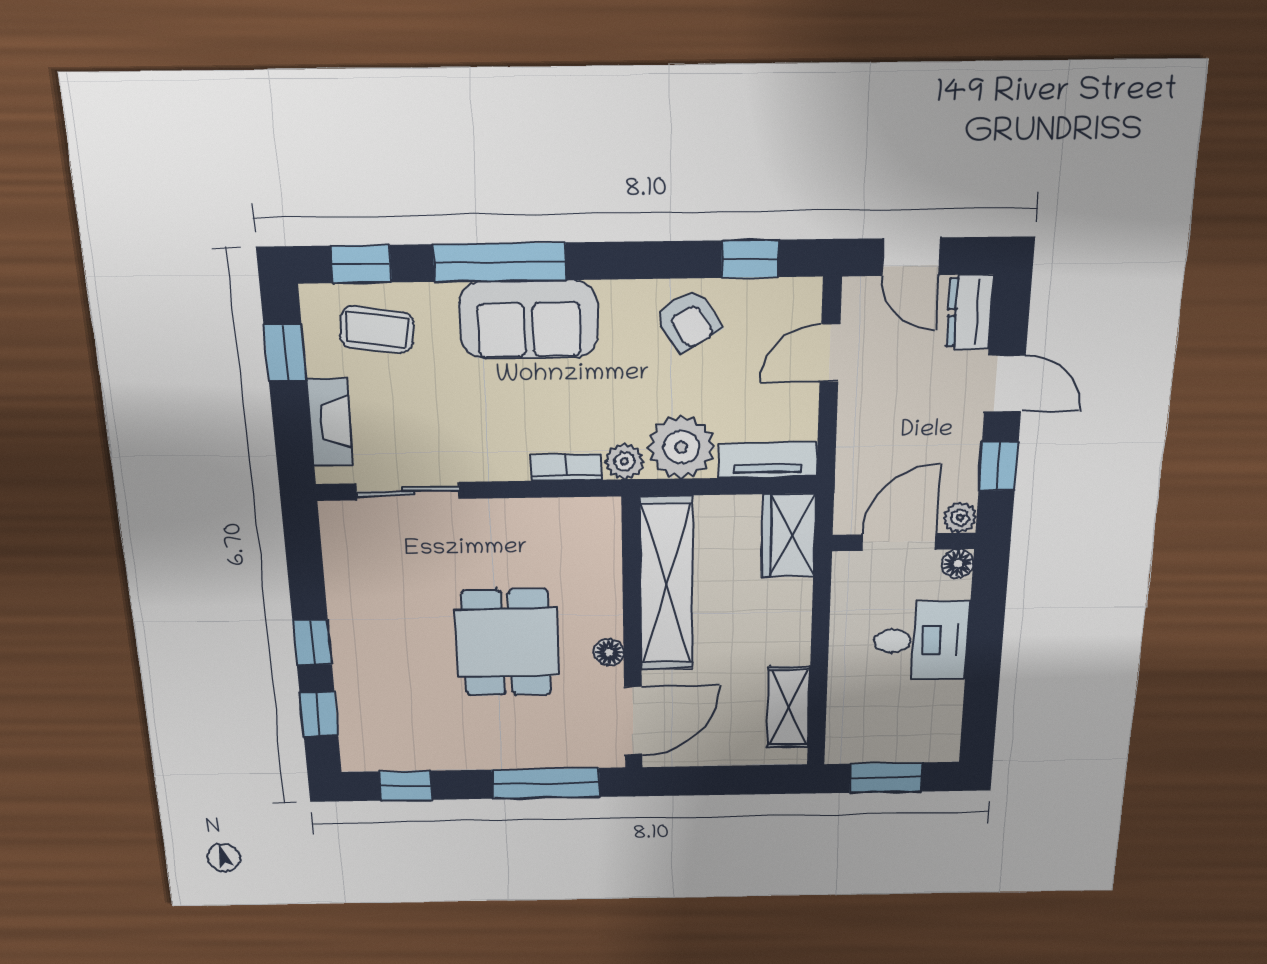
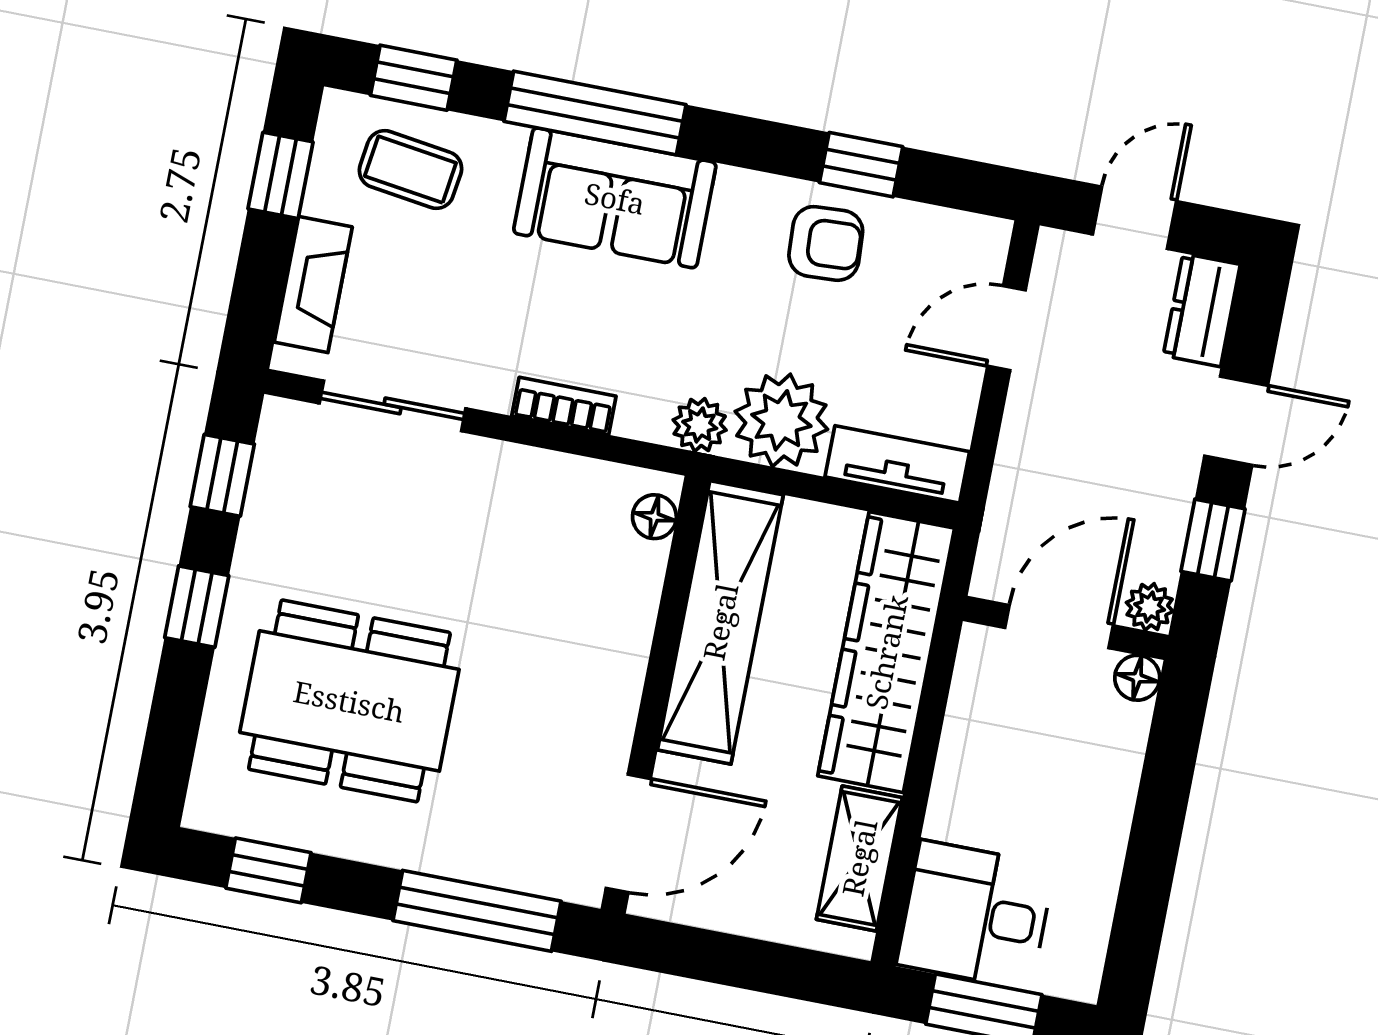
door: (911, 257) -> (1134, 218), swing flipped
window: (750, 259) -> (861, 165), moved
armchair: (688, 321) -> (826, 243), turned -61
door: (1005, 384) -> (1236, 421), hinge flipped
bookcase: (566, 467) -> (564, 406), moved
wardrobe: (789, 536) -> (886, 652), width x2.10, depth x1.17
desk: (921, 641) -> (976, 915), moved, turned 180
dining table: (507, 643) -> (349, 701), moved, width x1.38
floor lamp: (609, 652) -> (654, 517), moved
window: (319, 714) -> (222, 475), moved

